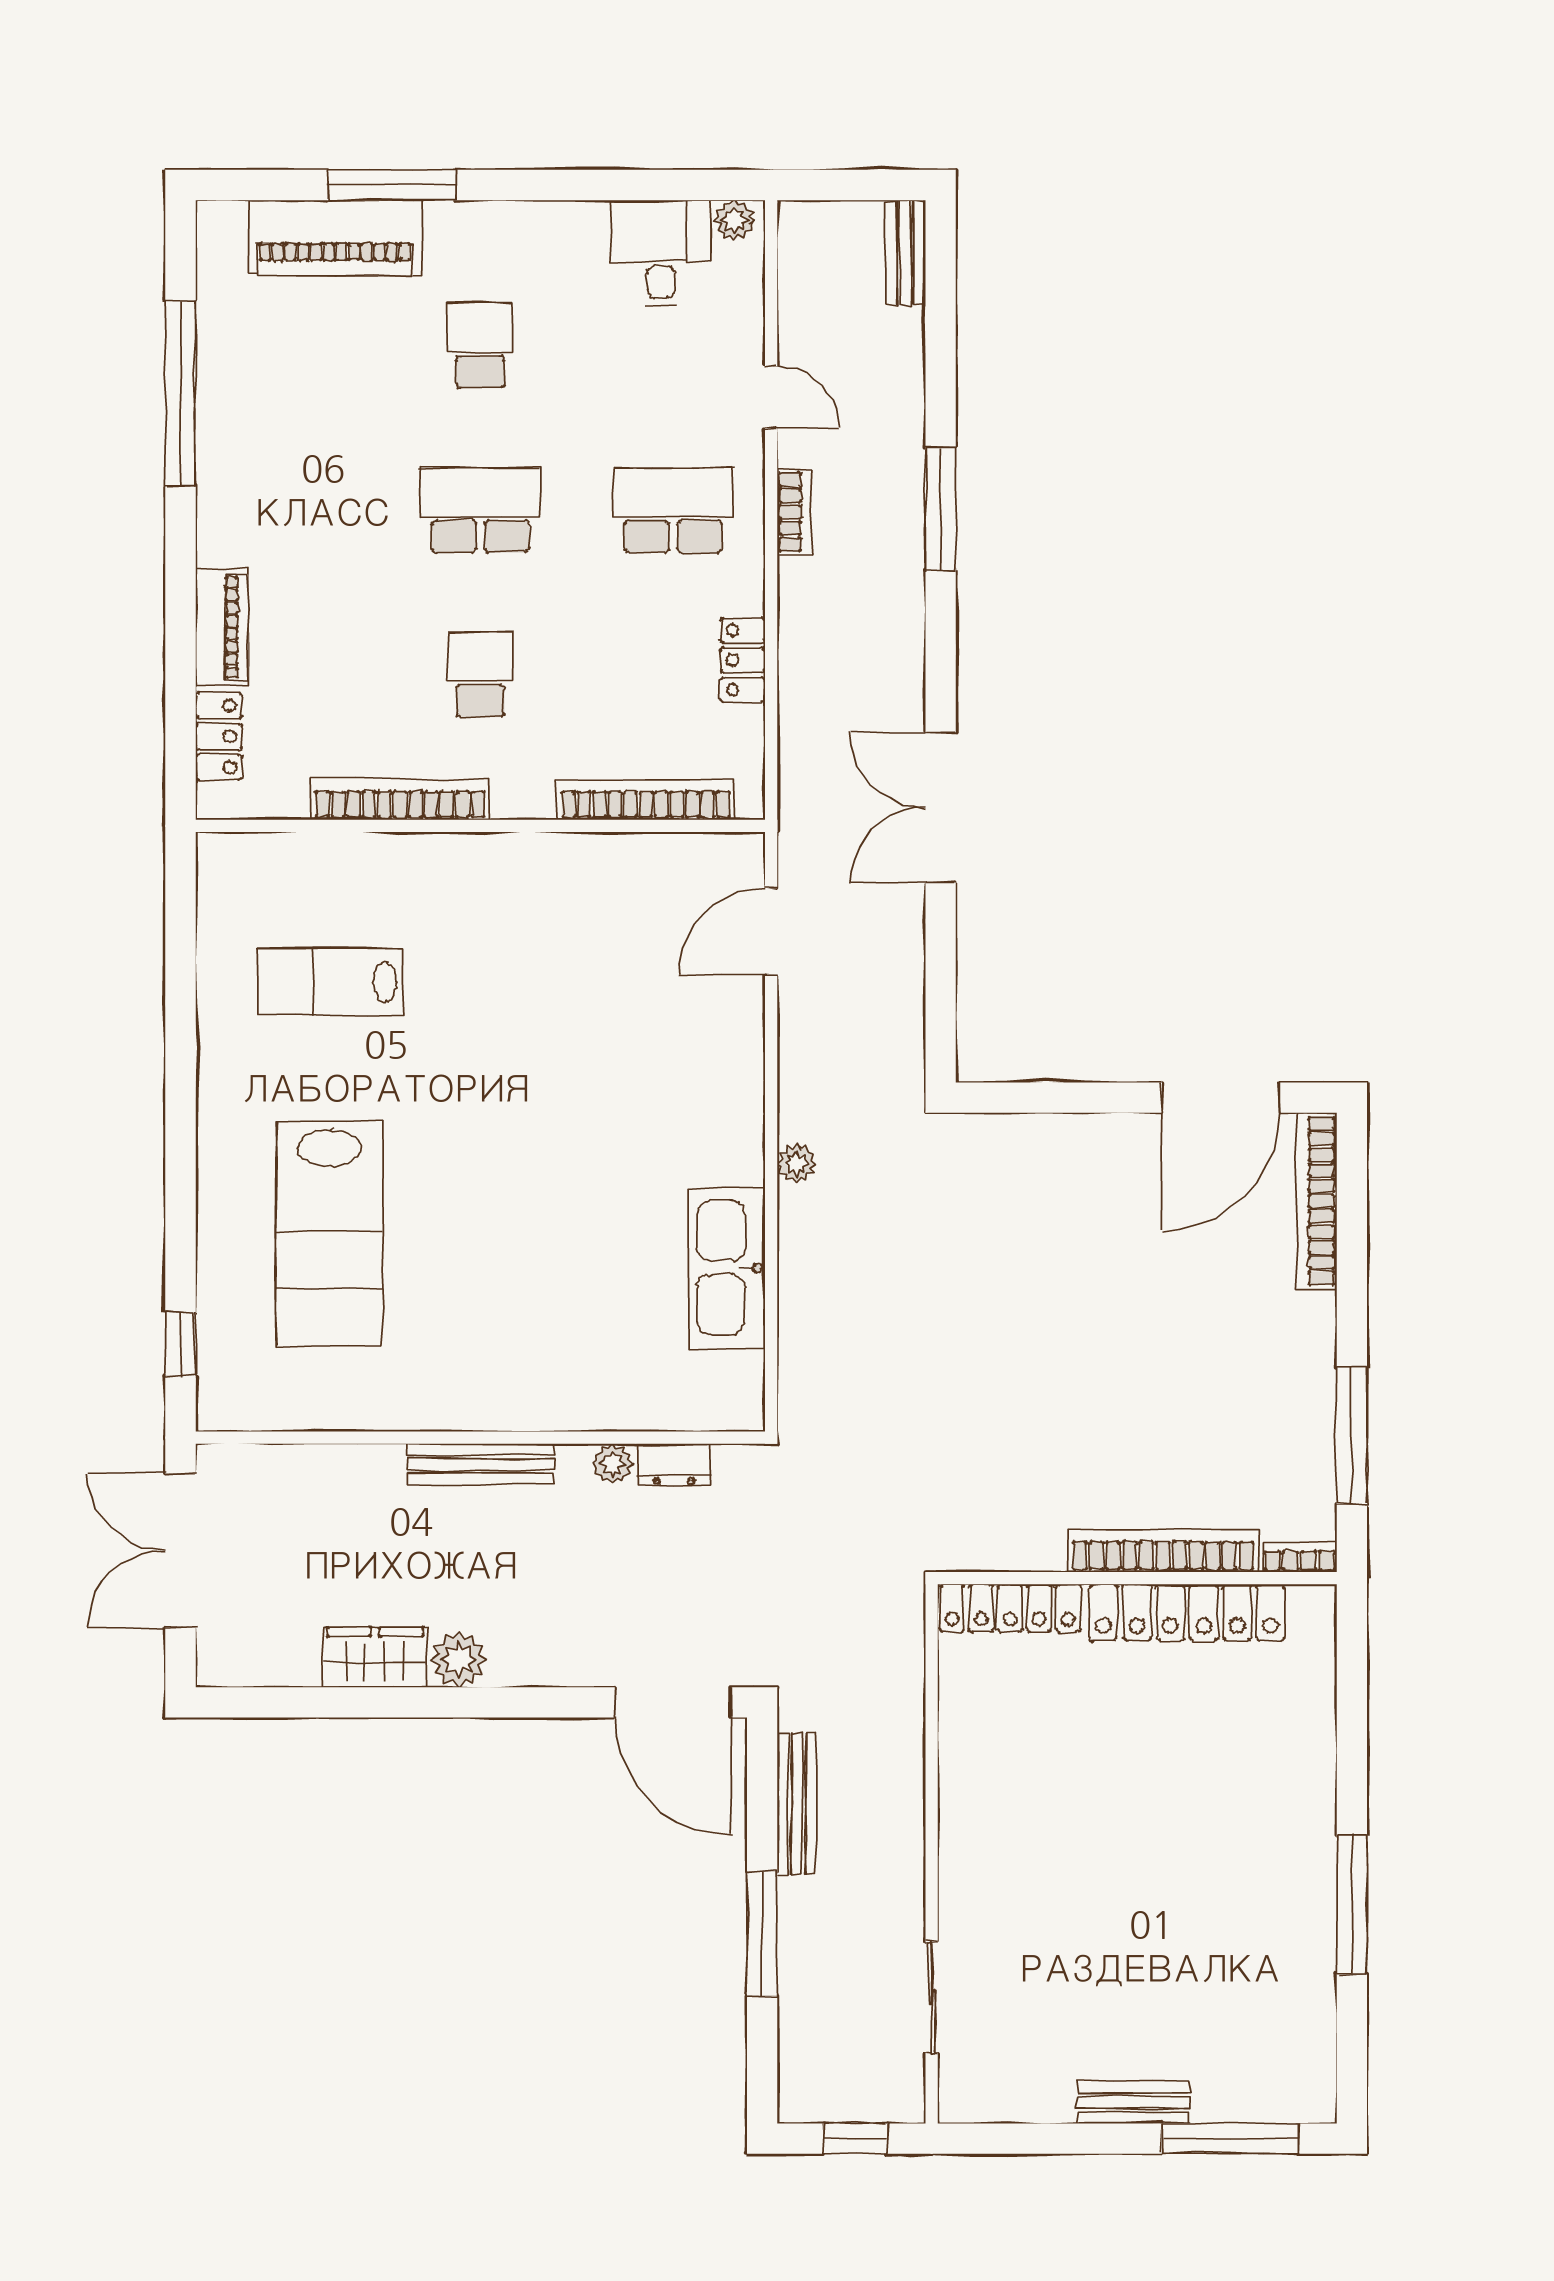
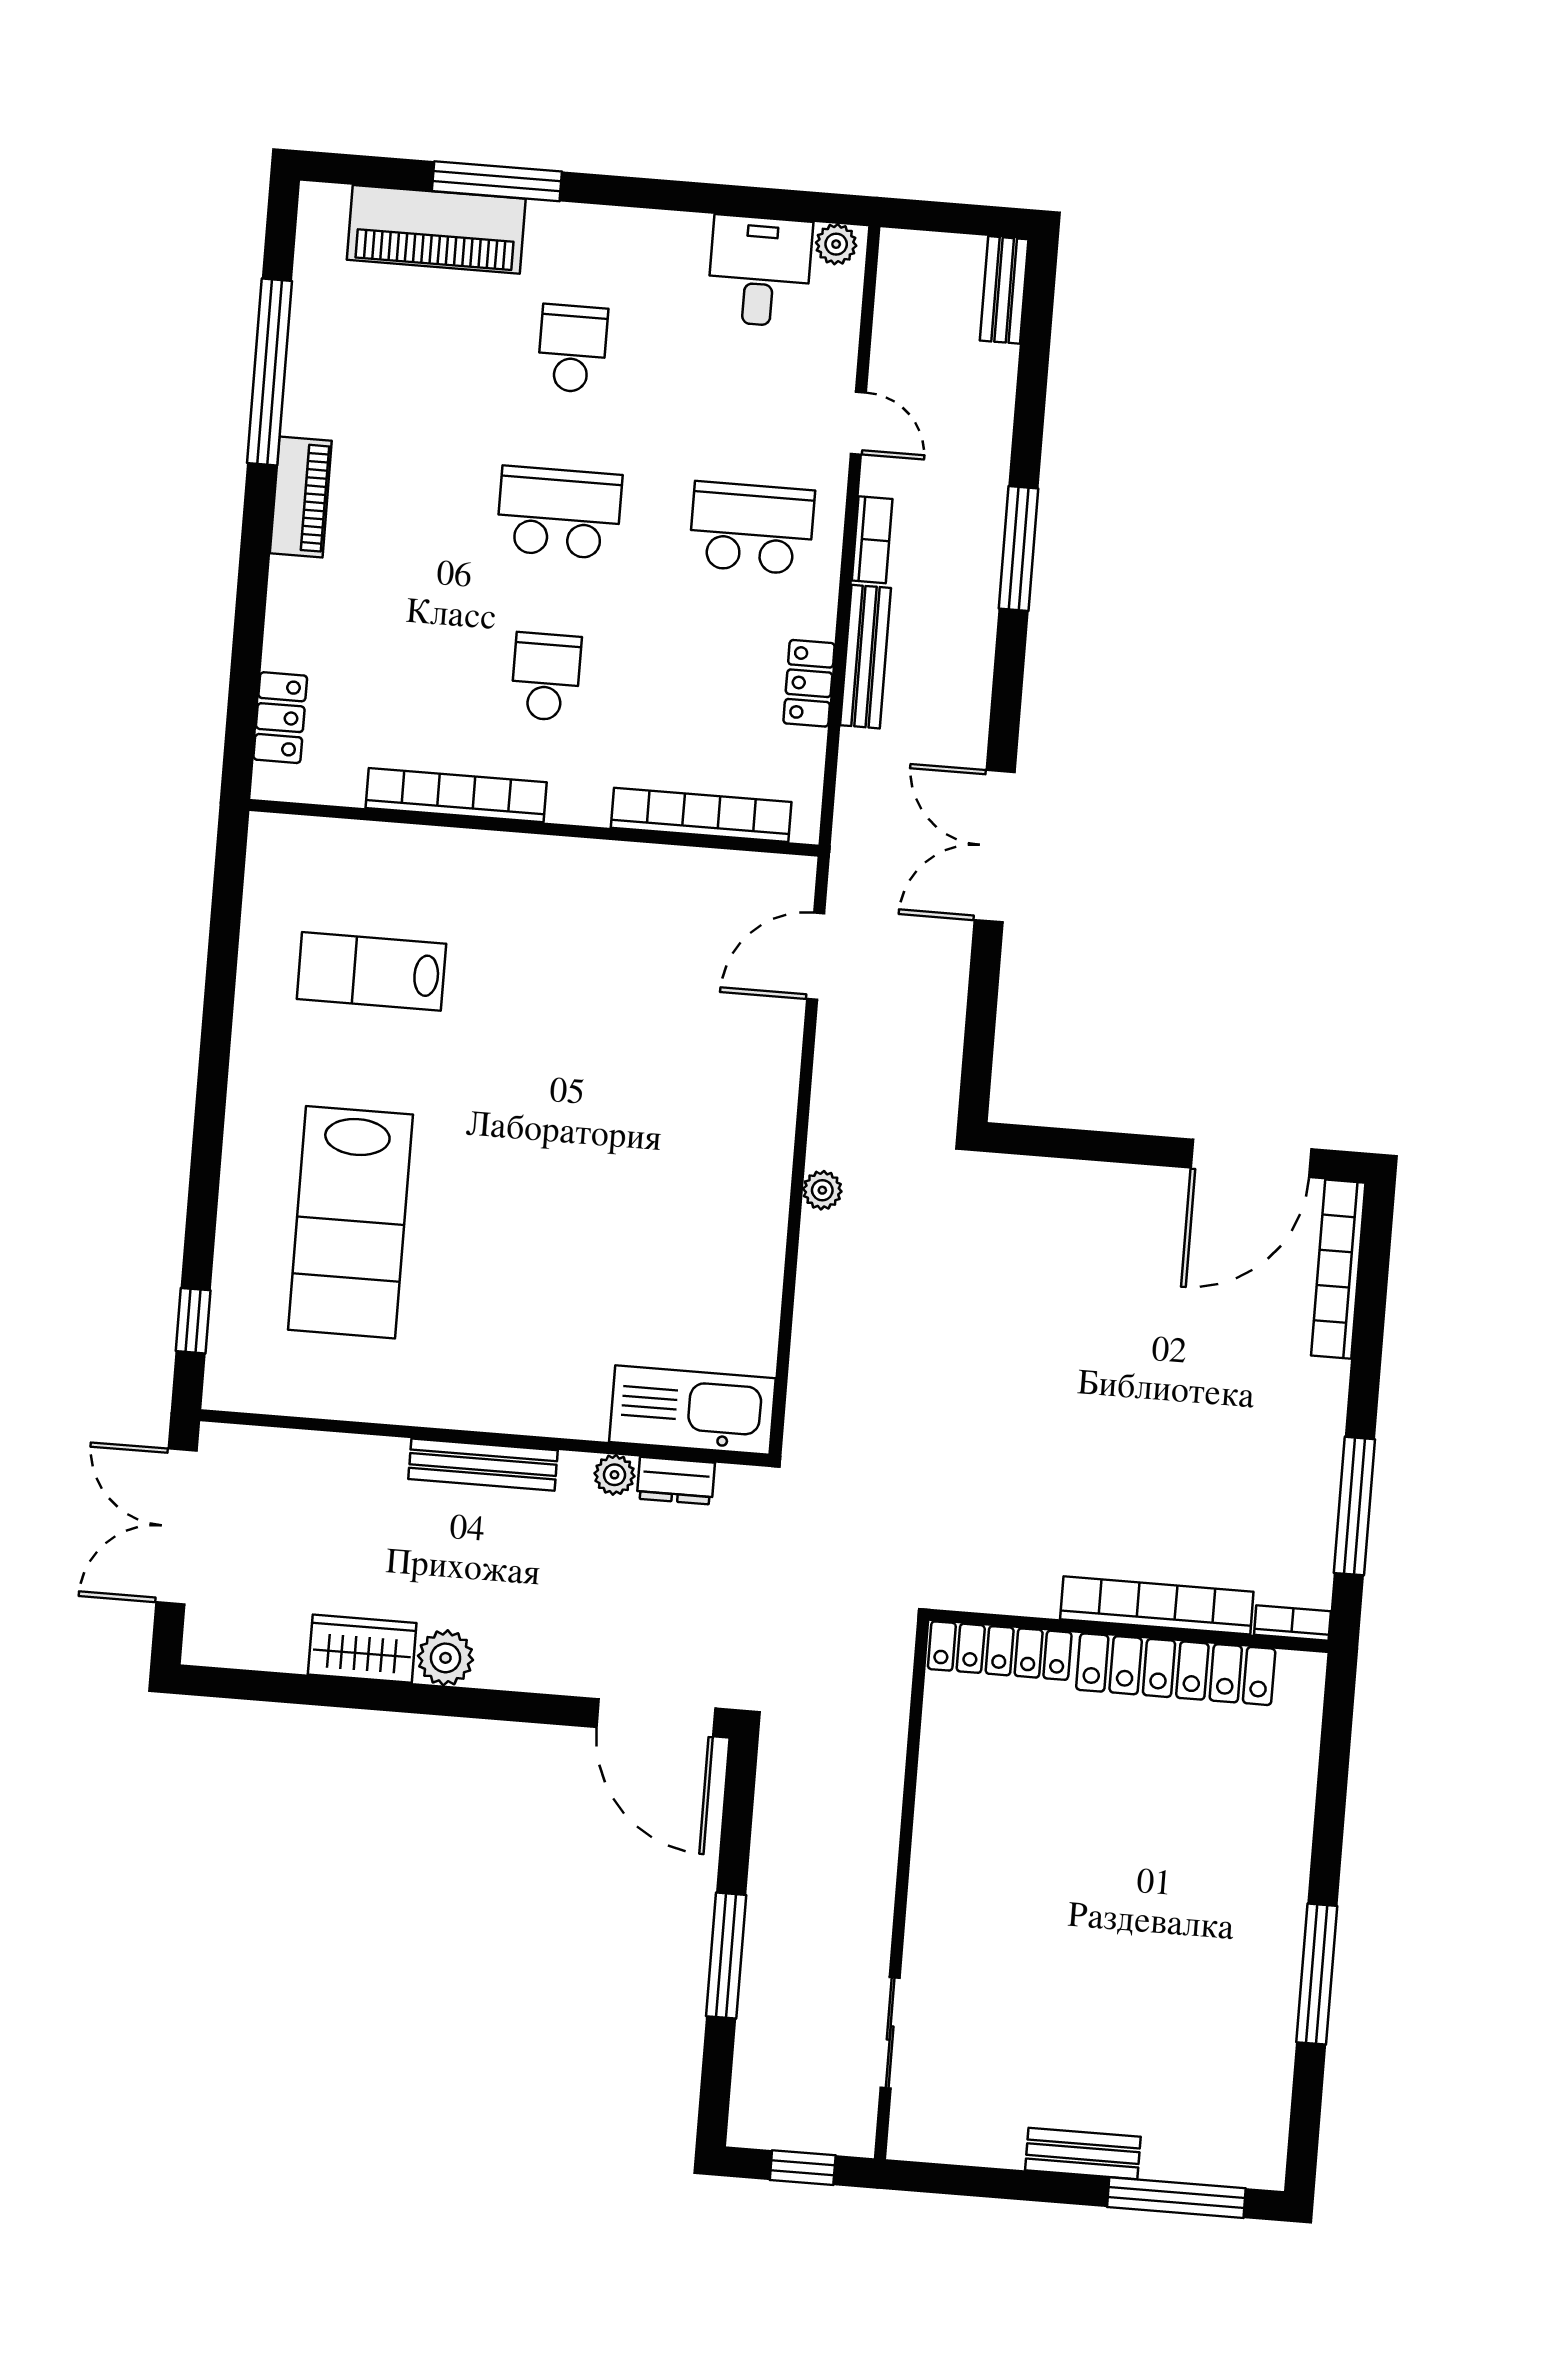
piano: (222, 627) -> (301, 497), moved
kitchen sink: (727, 1268) -> (692, 1410), moved, turned 90
bench: (797, 1803) -> (866, 657), moved

